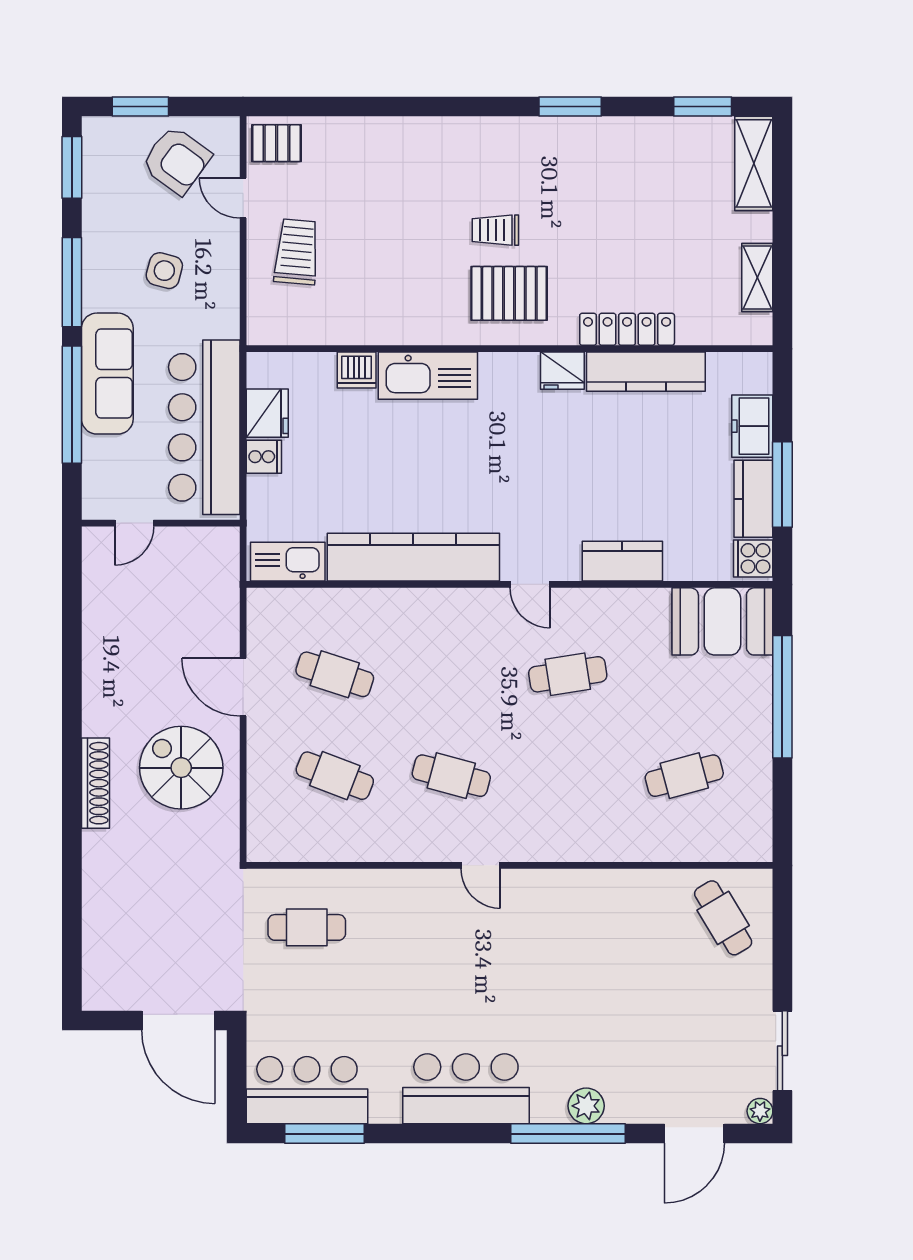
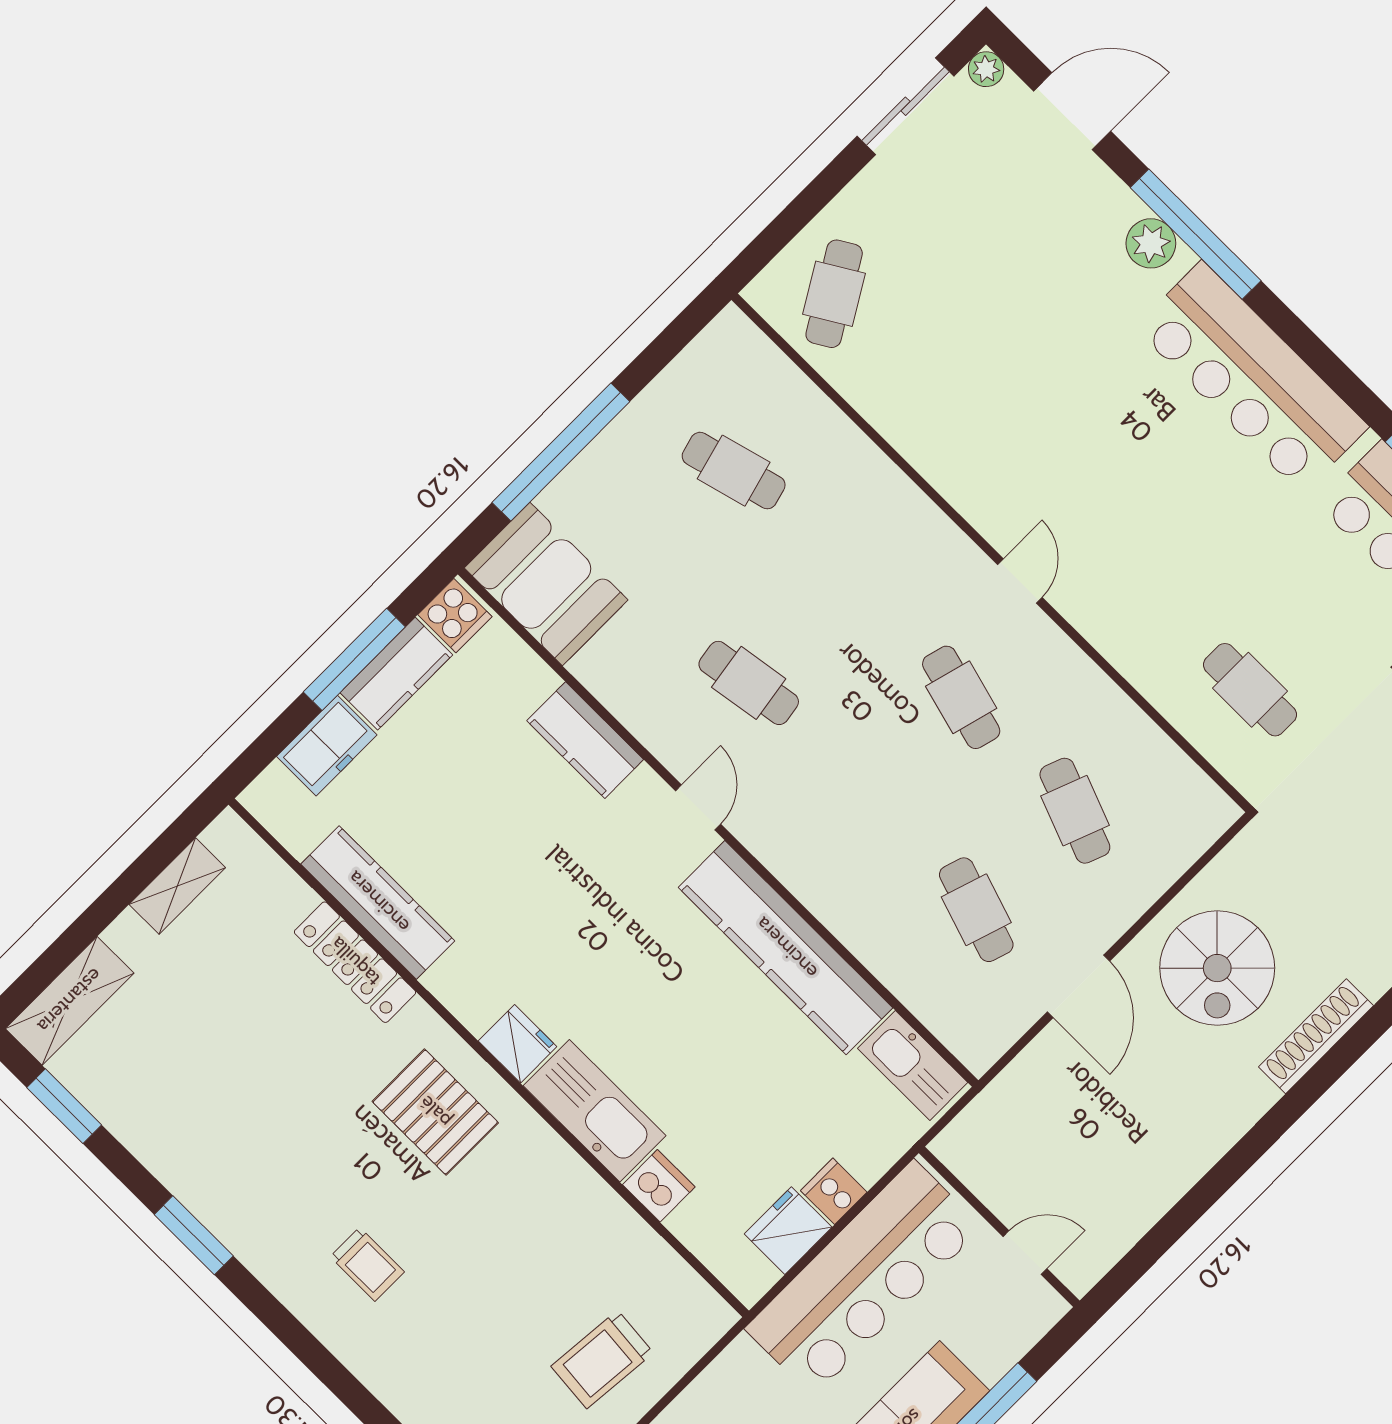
trolley: (495, 230) -> (367, 1264), moved
fridge: (562, 371) -> (518, 1044), moved
bar counter: (466, 1089) -> (1252, 377), width x1.36

